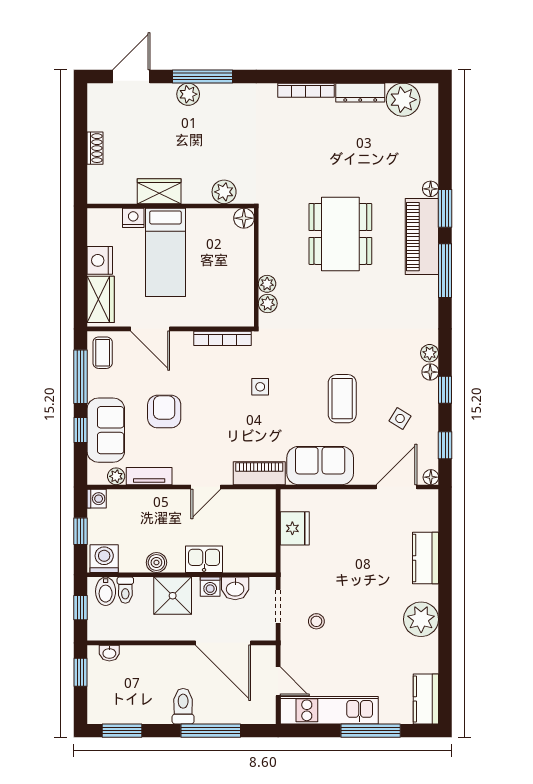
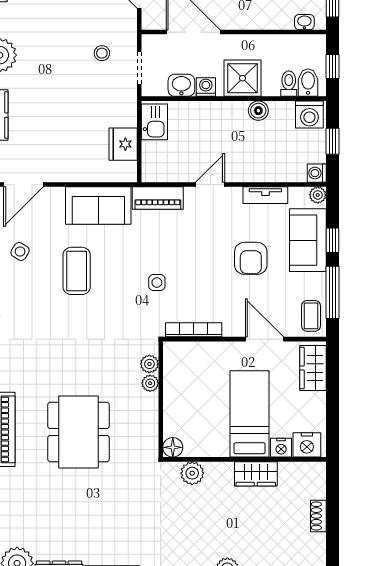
nightstand: (100, 260) -> (307, 445), moved, turned 90
plant: (116, 476) -> (318, 195), moved
kitchen sink: (204, 559) -> (154, 122), moved, turned -90

